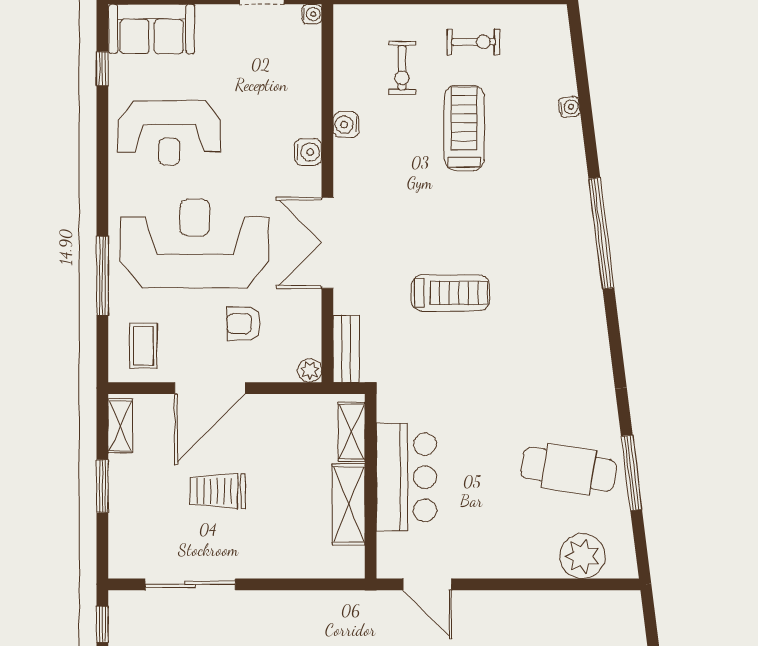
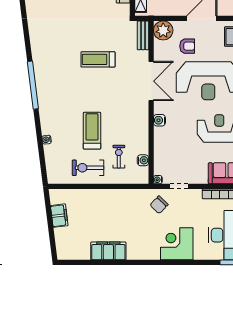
exercise bike: (473, 42) -> (88, 168), width x1.38, depth x1.39
water cooler: (346, 125) -> (143, 160), moved
treadmill: (464, 128) -> (92, 131), turned 180
plant: (310, 370) -> (163, 30), width x1.87, depth x1.87

